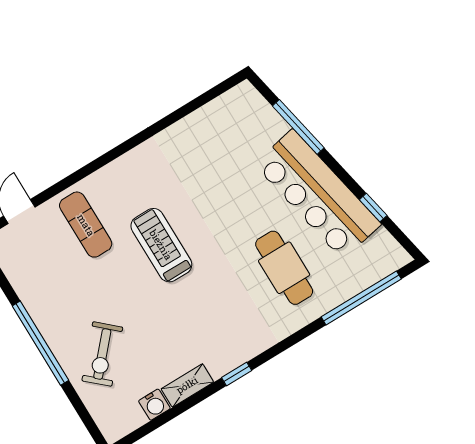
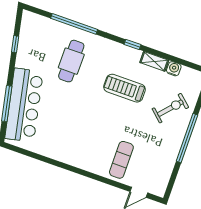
bar counter: (318, 194) -> (24, 105), moved
treadmill: (161, 245) -> (125, 88), moved, turned 90
window: (361, 298) -> (74, 24), moved

